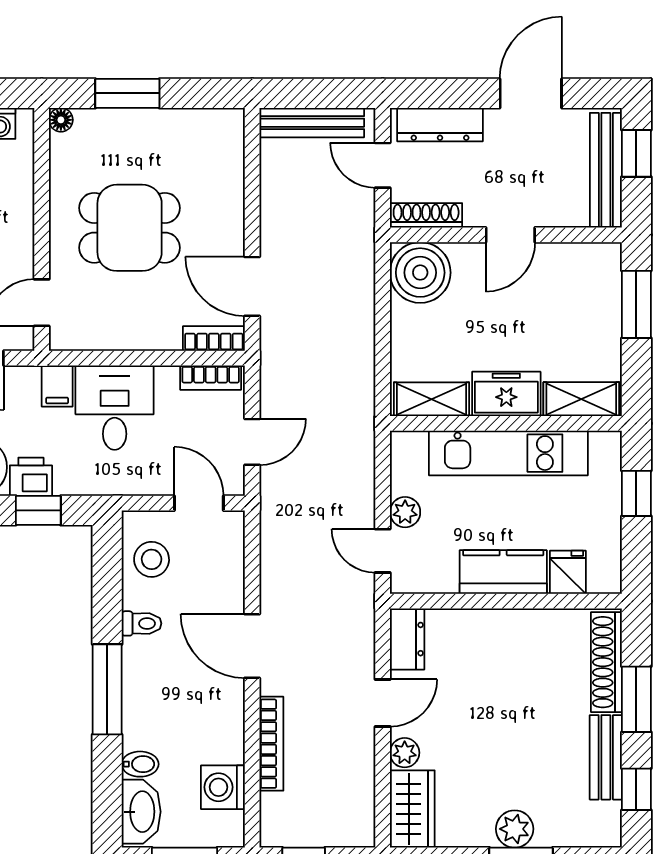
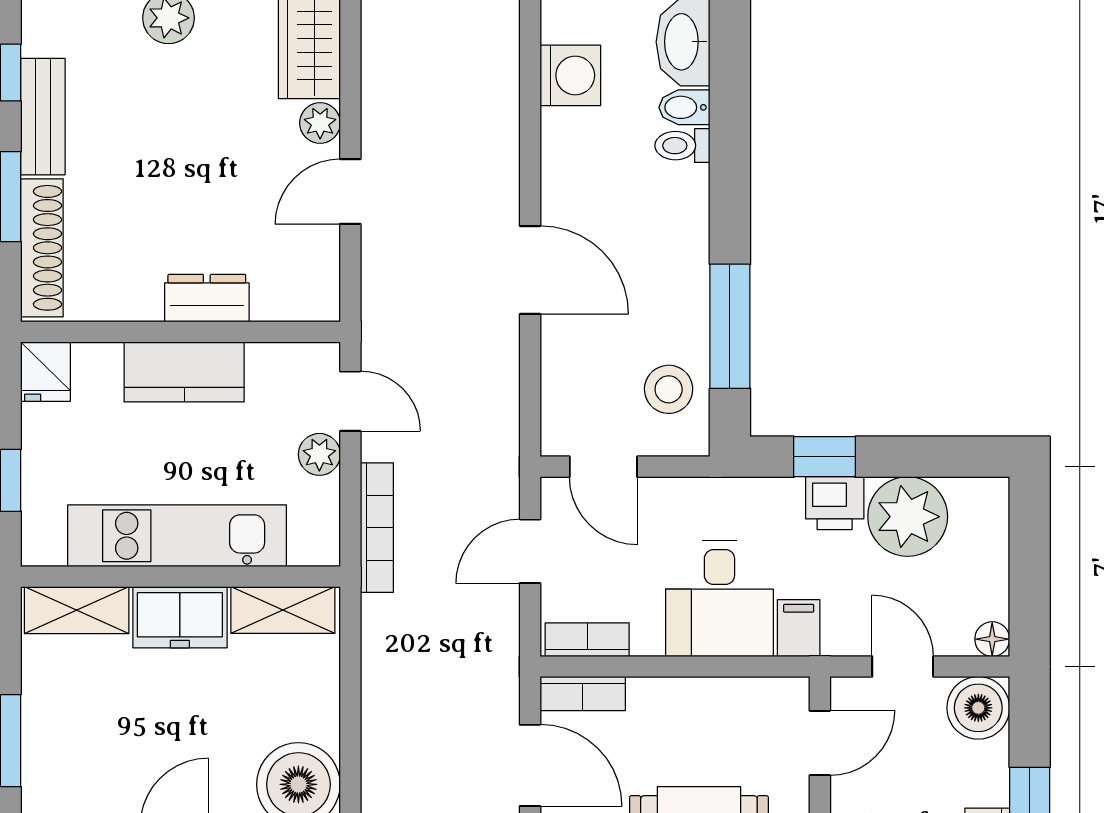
fridge: (568, 572) -> (46, 372), moved
toilet: (141, 623) -> (682, 146), moved
dresser: (407, 639) -> (207, 298), moved, turned 90
window: (107, 689) -> (730, 326), moved
bookcase: (271, 744) -> (377, 528), moved, turned 180

